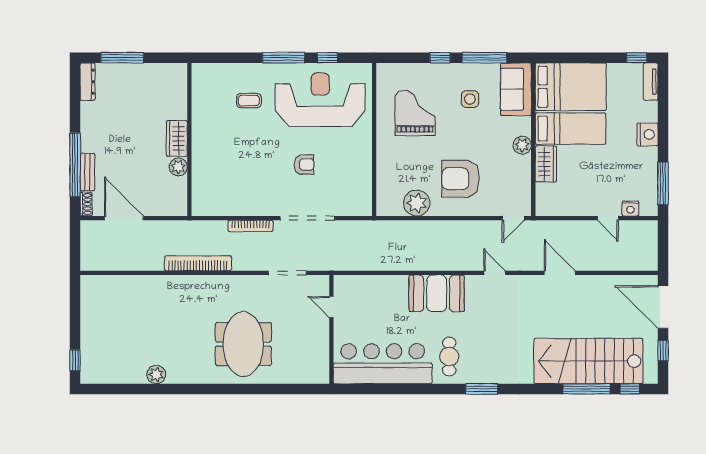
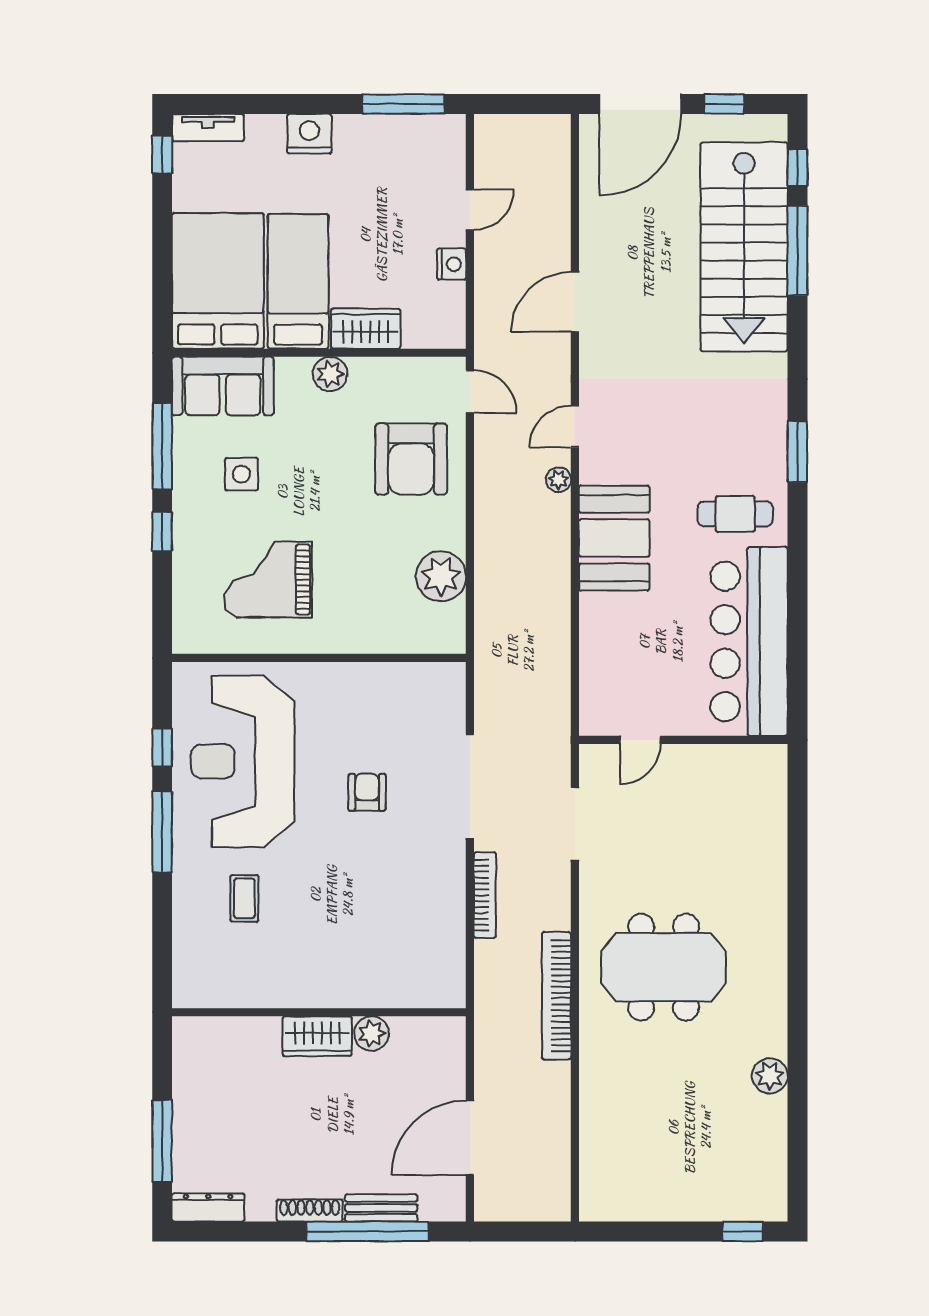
armchair: (461, 179) -> (411, 459), moved
shoe rack: (86, 204) -> (310, 1210), moved, width x1.43
nightstand: (630, 209) -> (451, 264), moved
plant: (467, 264) -> (559, 480), added
meeting table: (243, 344) -> (664, 967), moved

